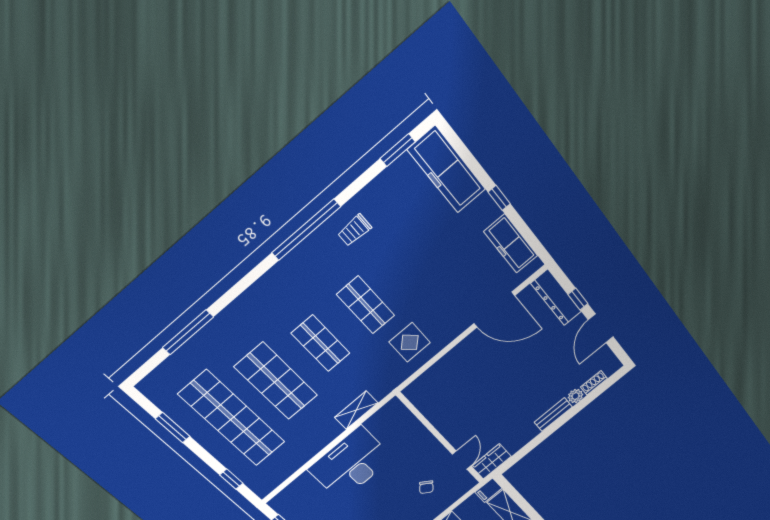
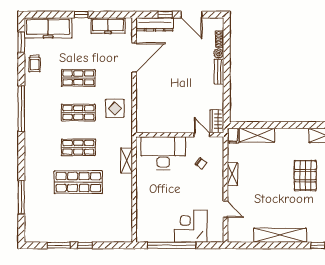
trolley: (354, 230) -> (35, 63), moved
shop shelf: (232, 418) -> (78, 78), moved, width x0.50, depth x0.74
desk: (351, 463) -> (163, 153), moved, turned 90
window: (231, 479) -> (85, 245), moved

